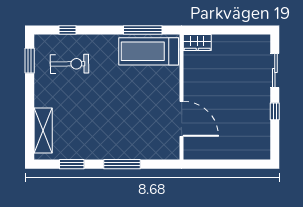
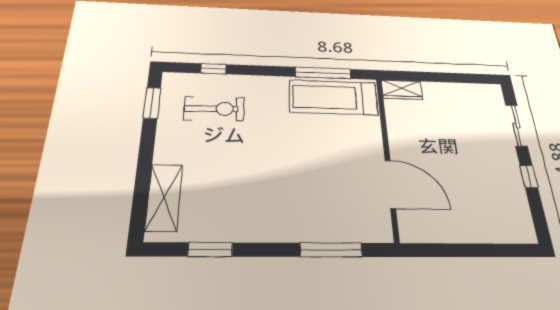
window: (122, 164) -> (331, 250), moved

